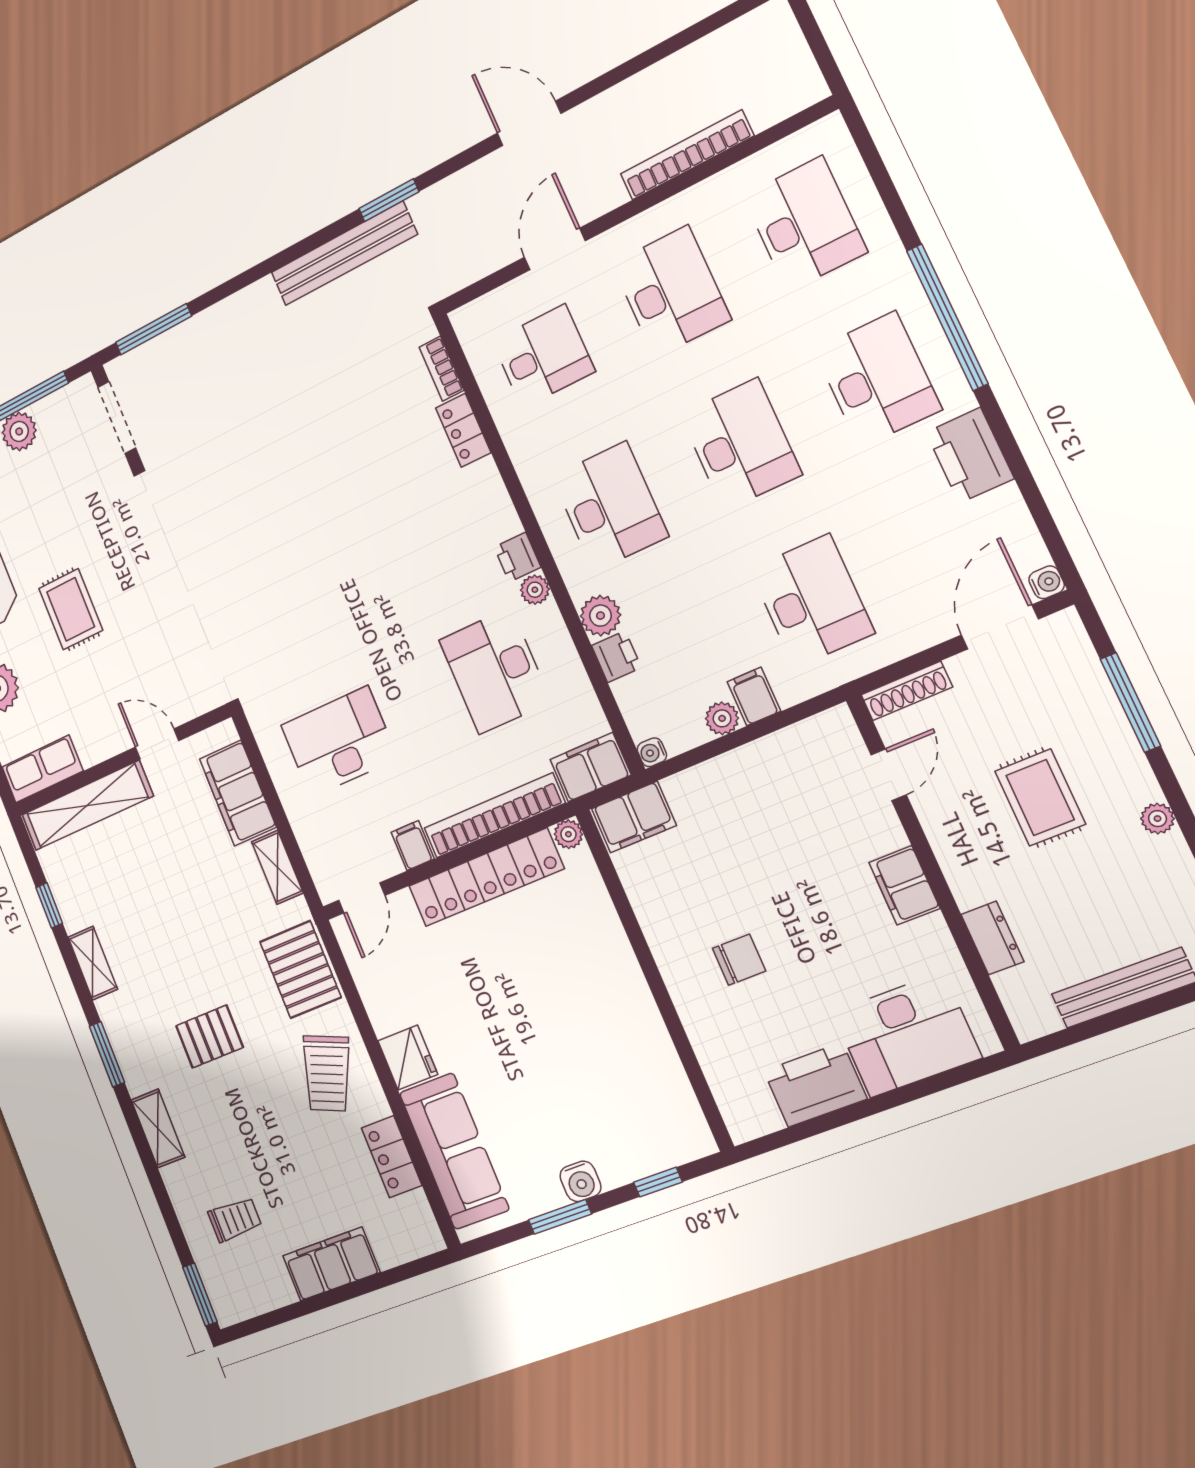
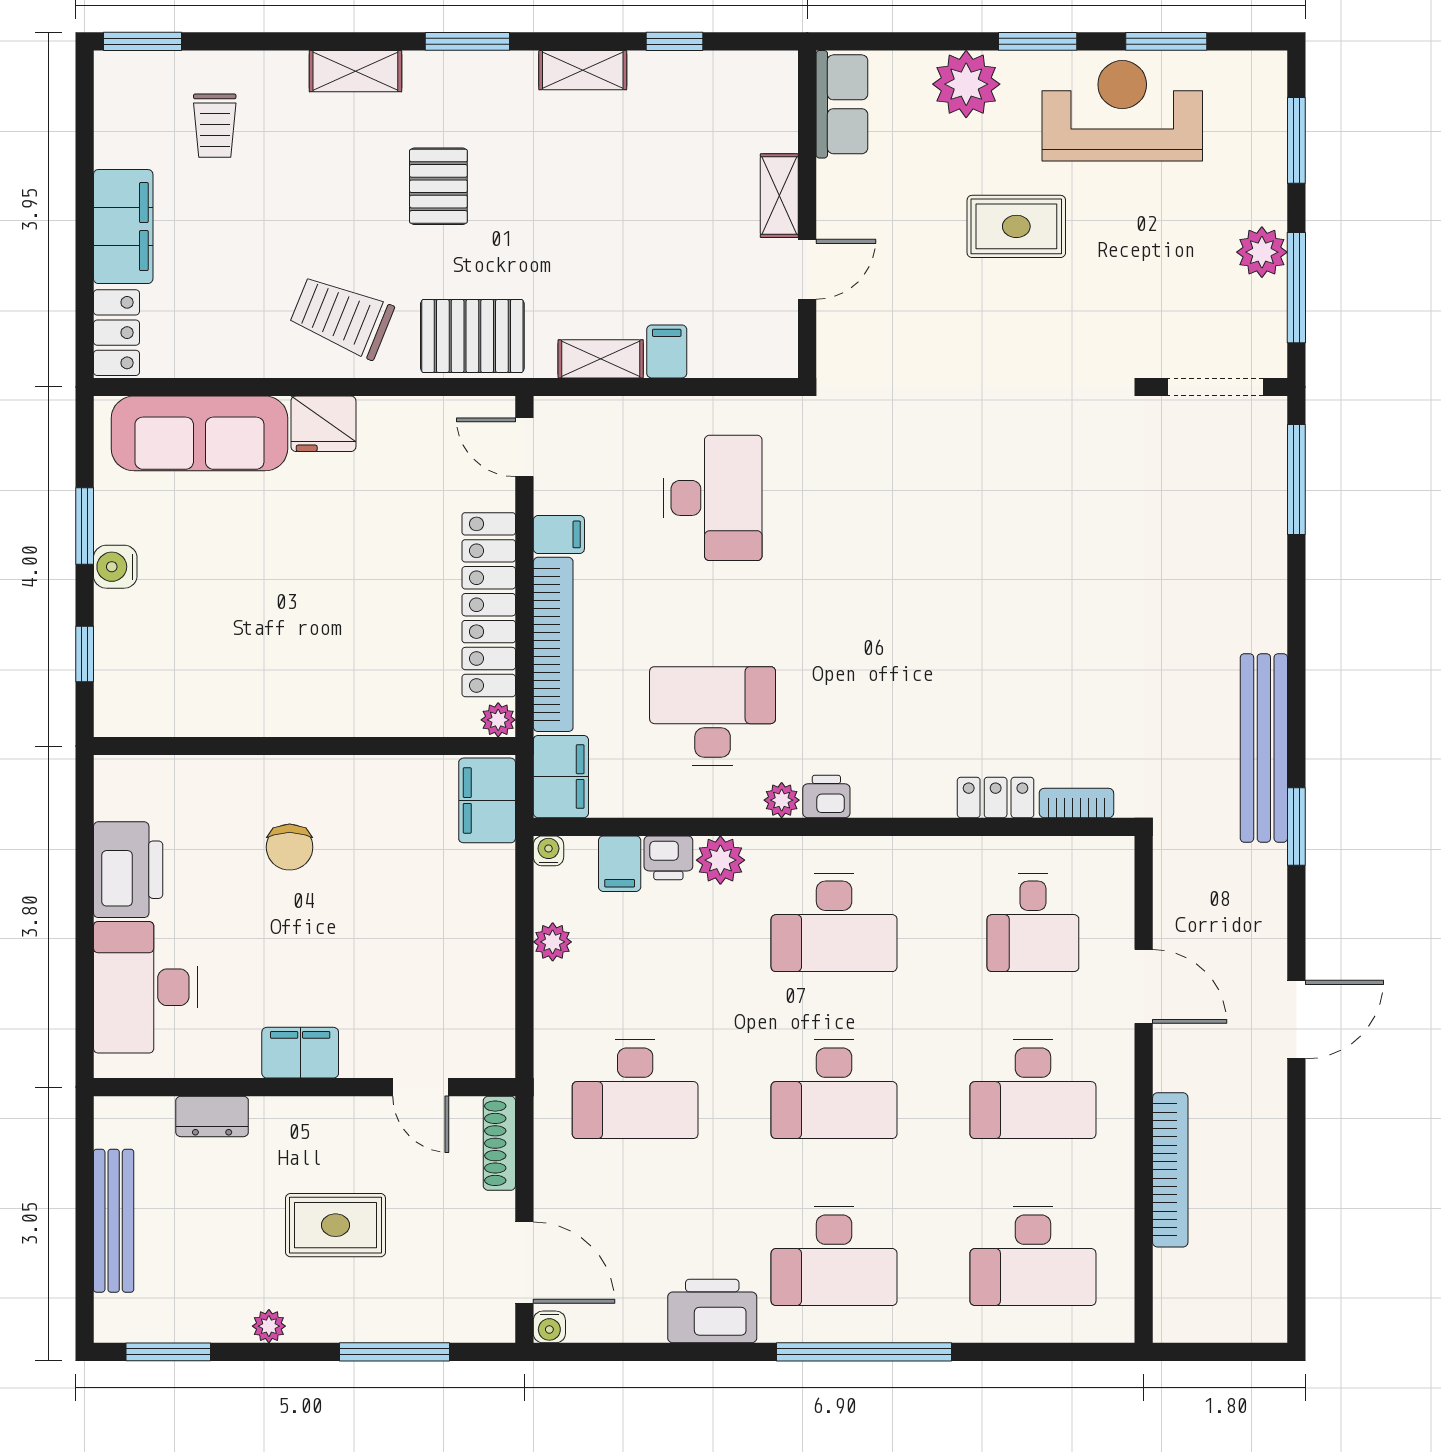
filing cabinet: (754, 696) -> (620, 864), moved, turned 90
filing cabinet: (238, 793) -> (667, 351), width x0.33, depth x0.86
shelving: (87, 806) -> (779, 196), width x0.45, depth x0.75
locker: (392, 1157) -> (116, 333), moved, turned 90

